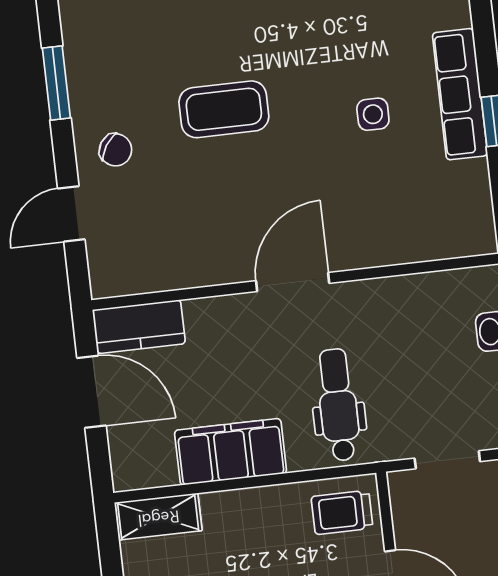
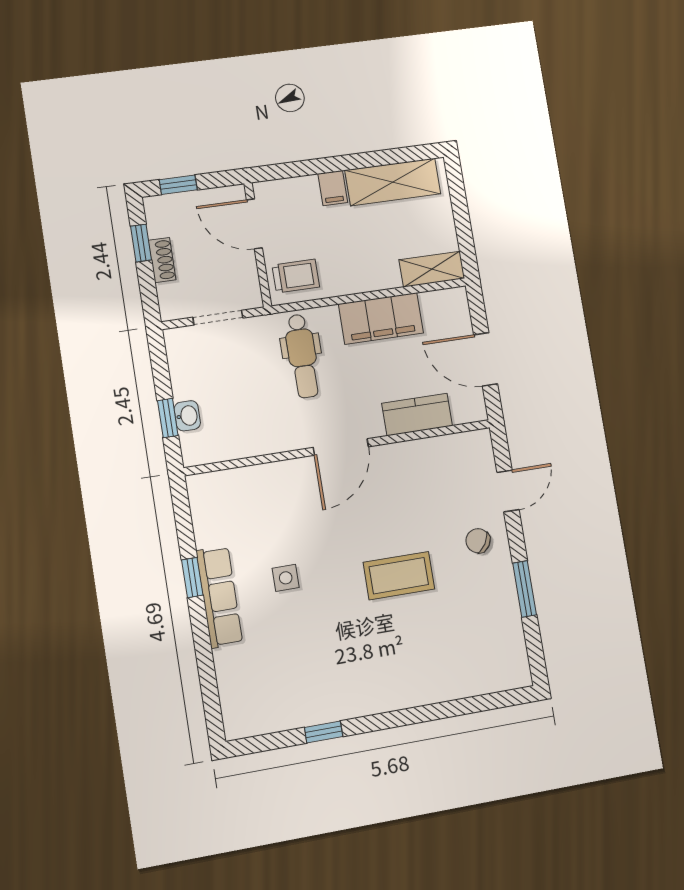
kitchen counter: (139, 327) -> (417, 415), moved

